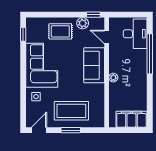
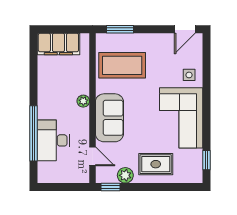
desk: (135, 34) -> (53, 140), moved
coffee table: (71, 111) -> (122, 65), moved
window: (71, 130) -> (120, 29), moved

